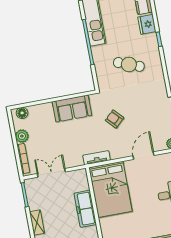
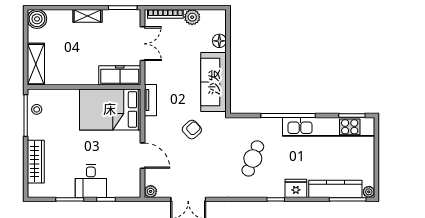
sofa: (72, 109) -> (214, 82), width x1.36
floor lamp: (22, 113) -> (219, 41), moved
freezer: (85, 209) -> (120, 75), moved

